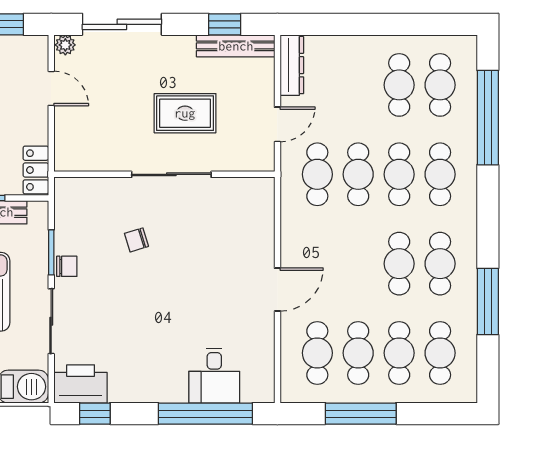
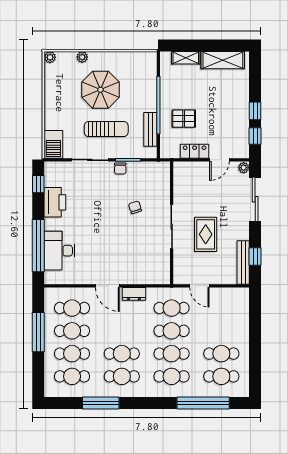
dresser: (292, 65) -> (134, 294), moved, width x0.70
locker: (36, 170) -> (195, 151), moved
desk: (214, 376) -> (59, 251), width x1.37
printer: (81, 384) -> (55, 202), moved

